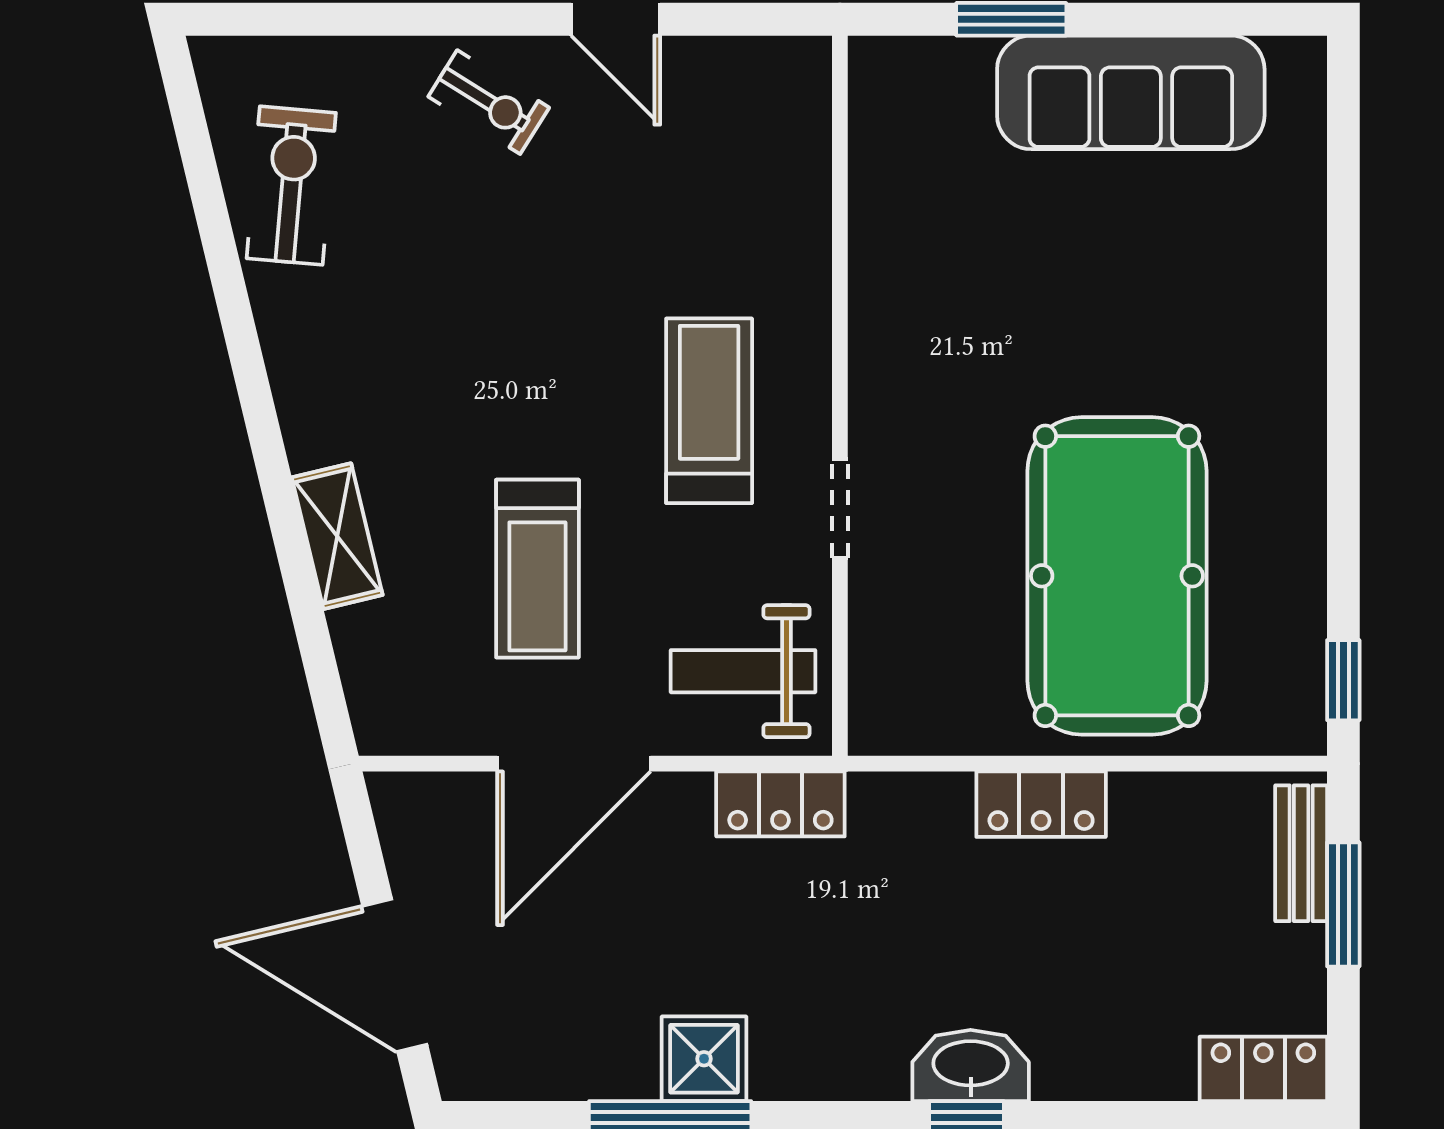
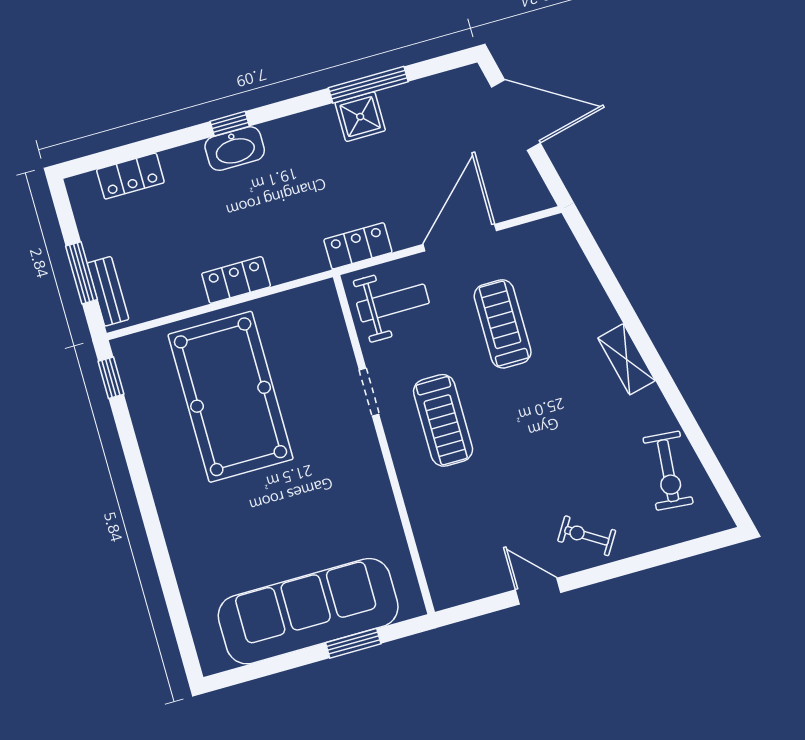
sofa: (1131, 92) -> (308, 611), width x1.36, depth x1.27
shelving: (337, 536) -> (626, 359), moved
locker: (1263, 1069) -> (130, 176), moved

